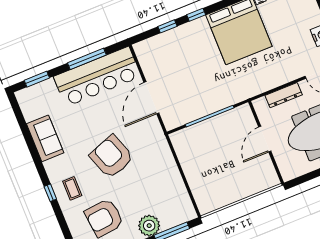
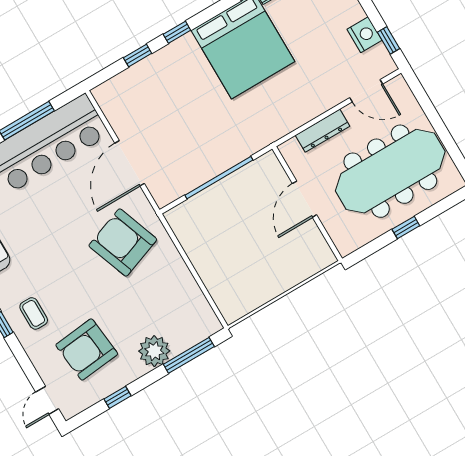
armchair: (112, 157) -> (123, 242), moved

